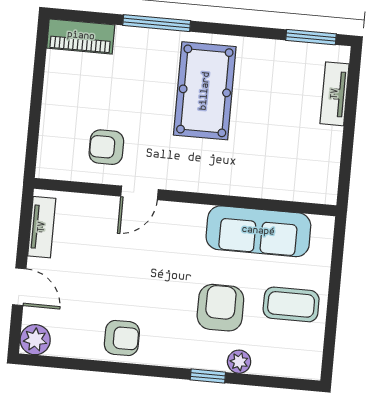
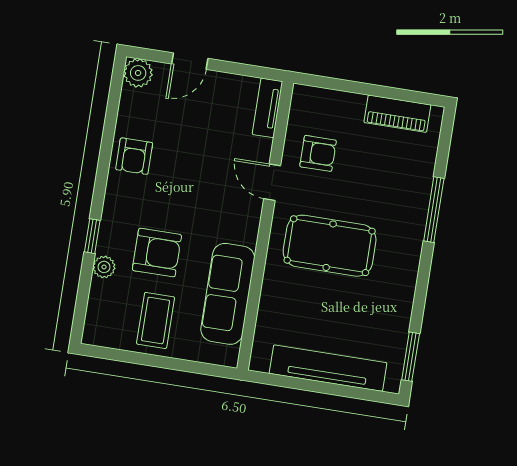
piano: (81, 36) -> (397, 114), moved, turned -90
pool table: (205, 91) -> (330, 246), moved
tv unit: (335, 94) -> (328, 368), width x1.92, depth x1.29
armchair: (106, 147) -> (318, 153), turned 90
tv unit: (42, 227) -> (267, 108), moved, turned 90

